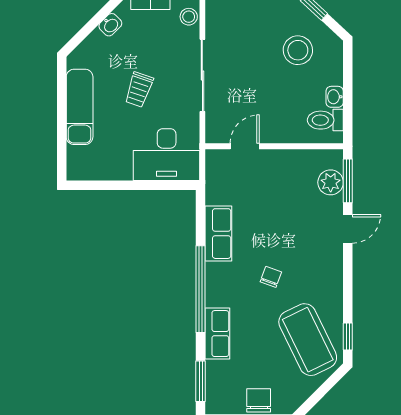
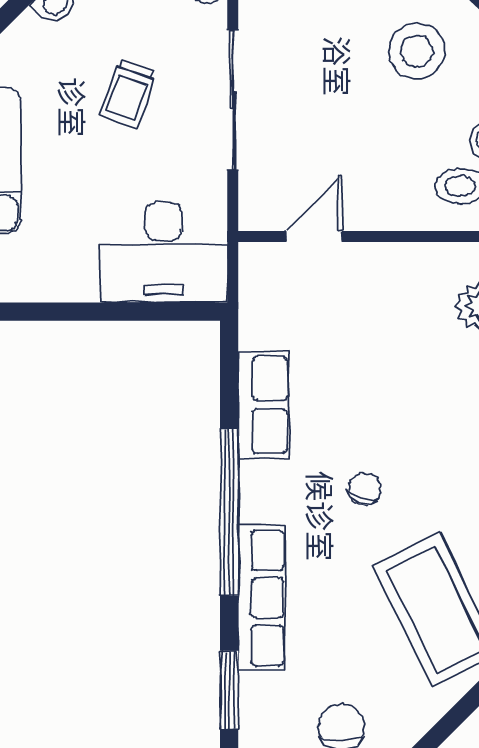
trolley: (139, 90) -> (128, 93), moved
row of seats: (217, 334) -> (262, 598), width x1.48

